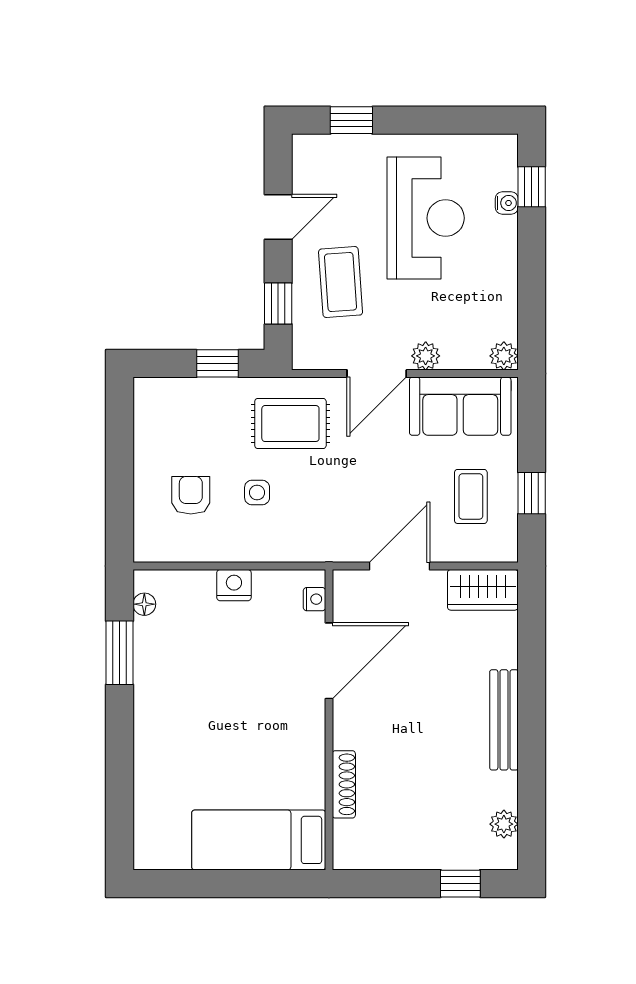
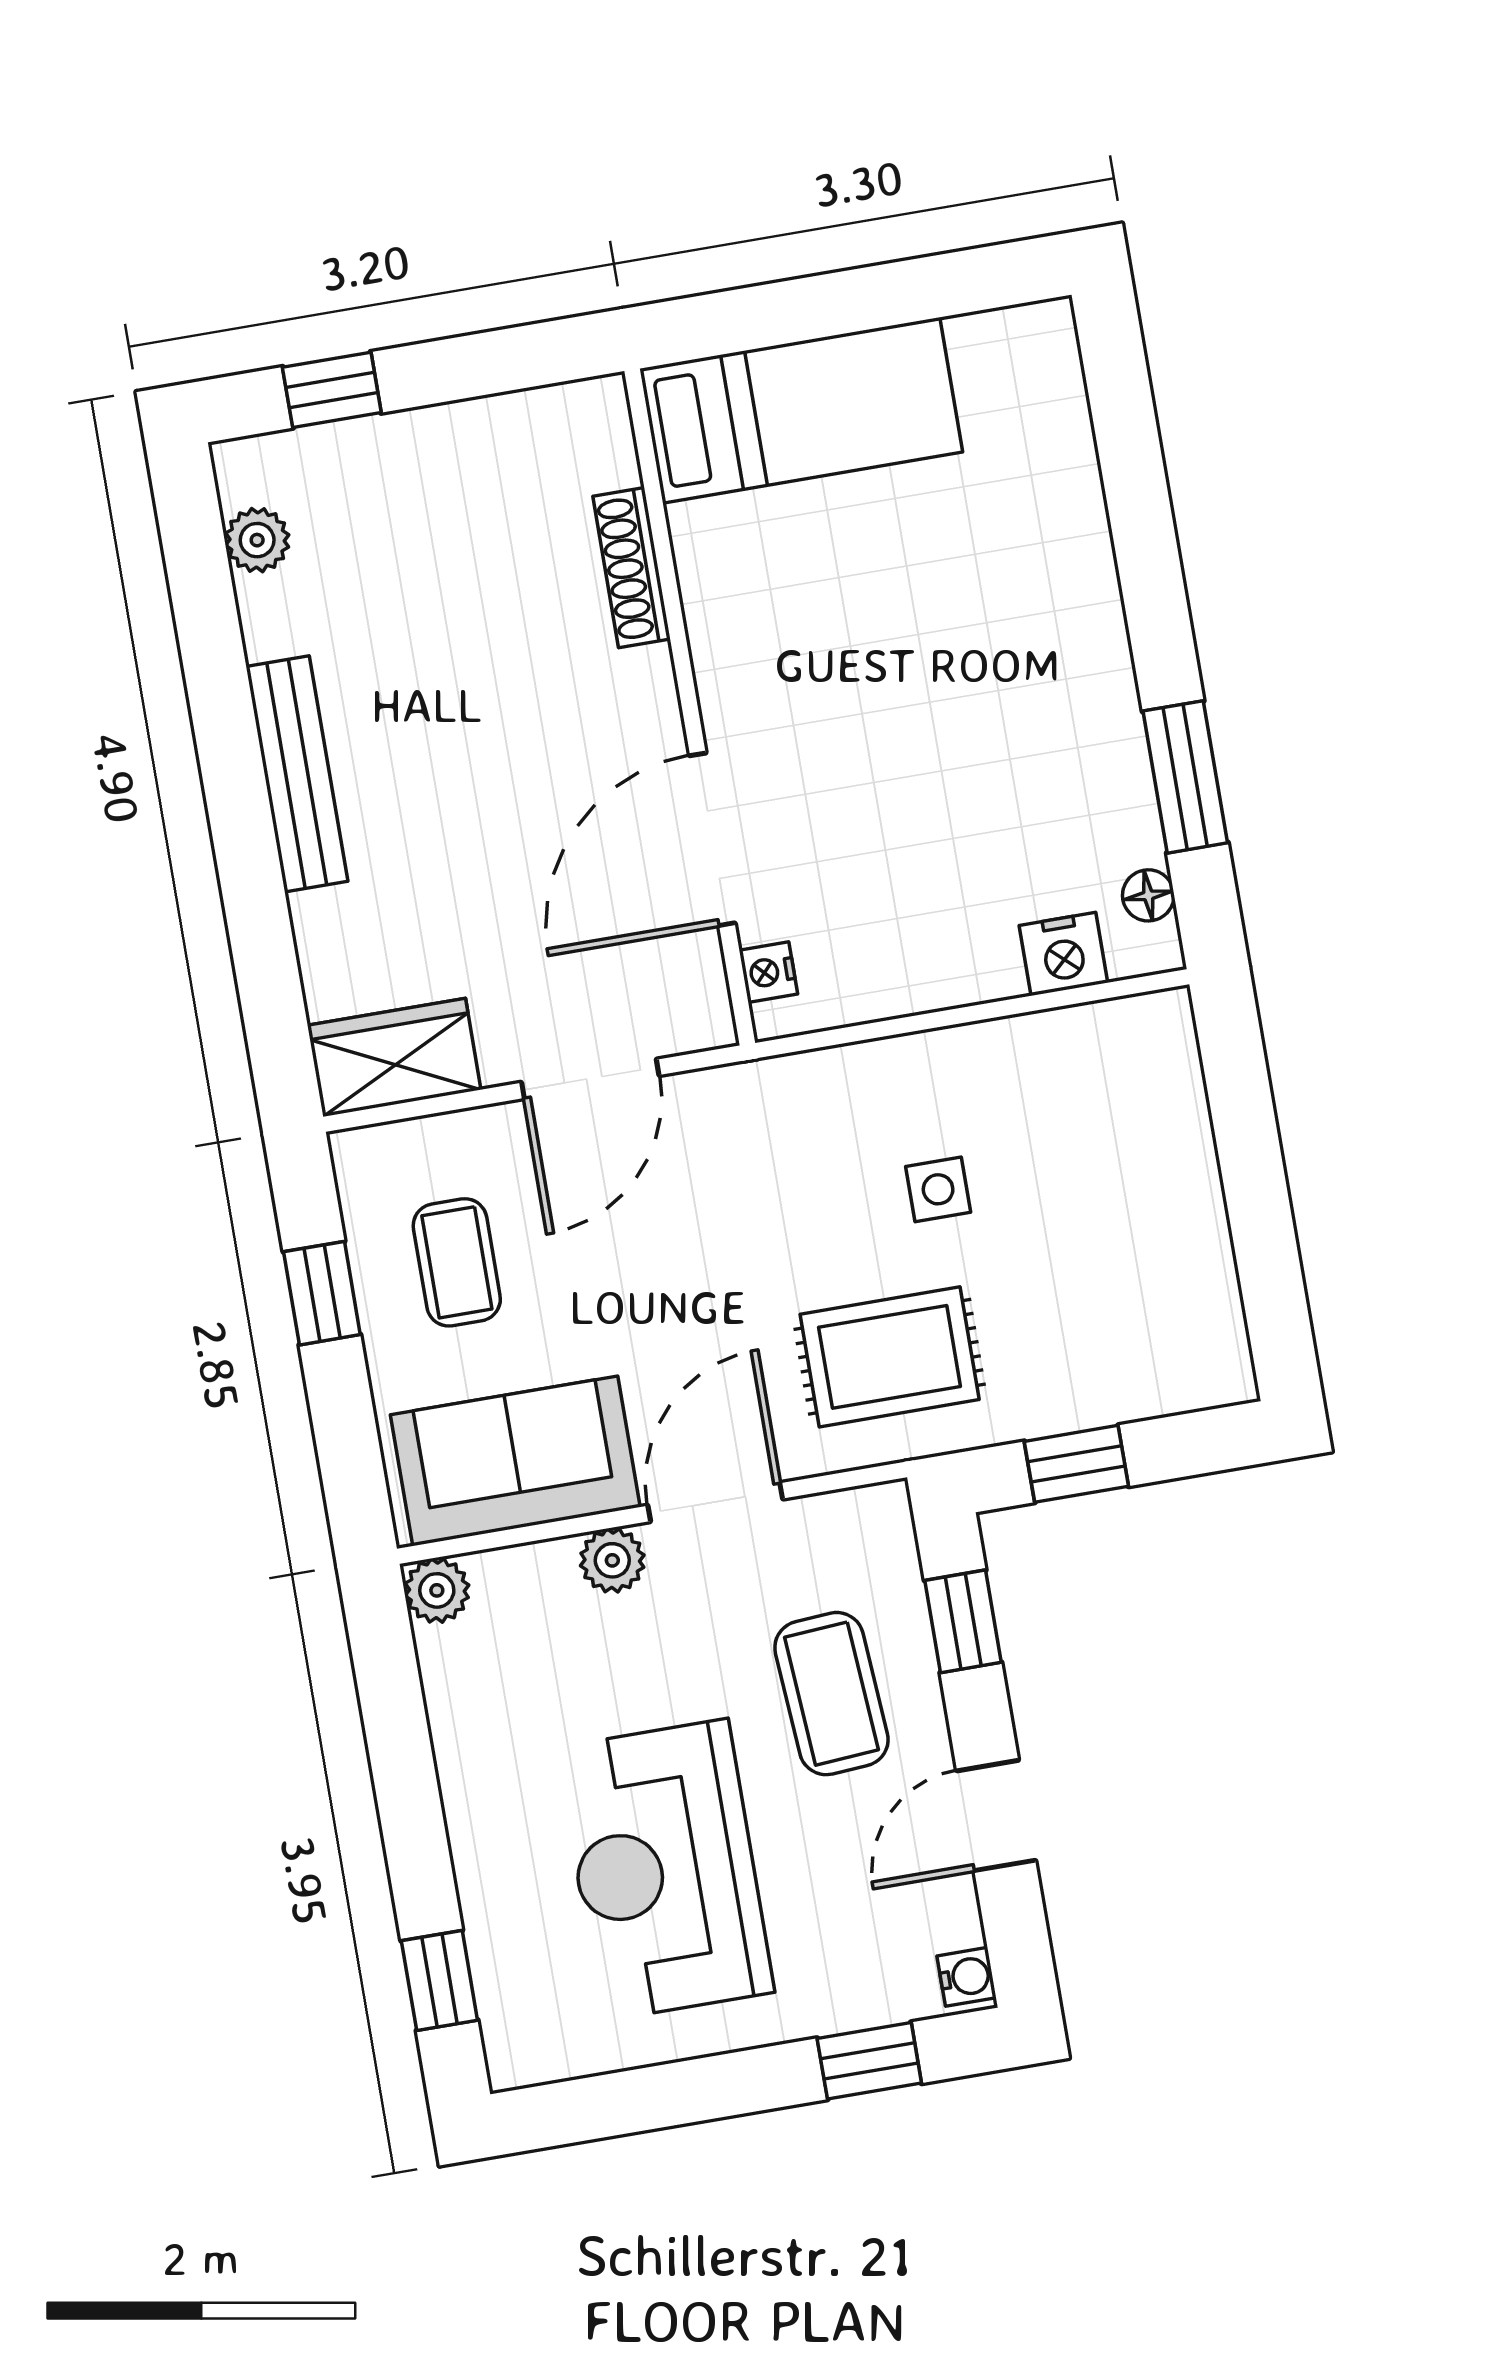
water cooler: (507, 203) -> (967, 1977), moved, turned 180
armchair: (191, 495) -> (1086, 1158), removed
nightstand: (234, 585) -> (1063, 954), moved

